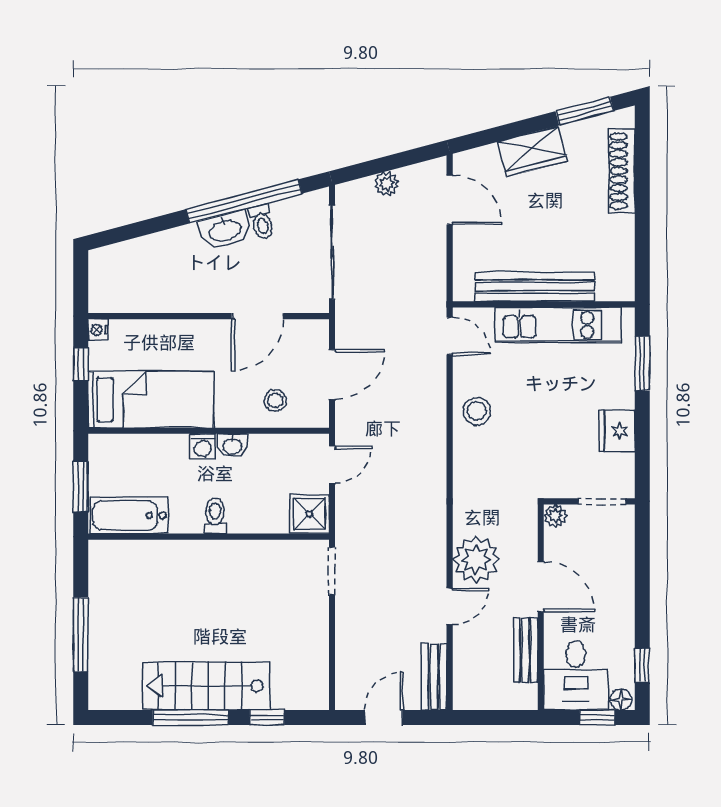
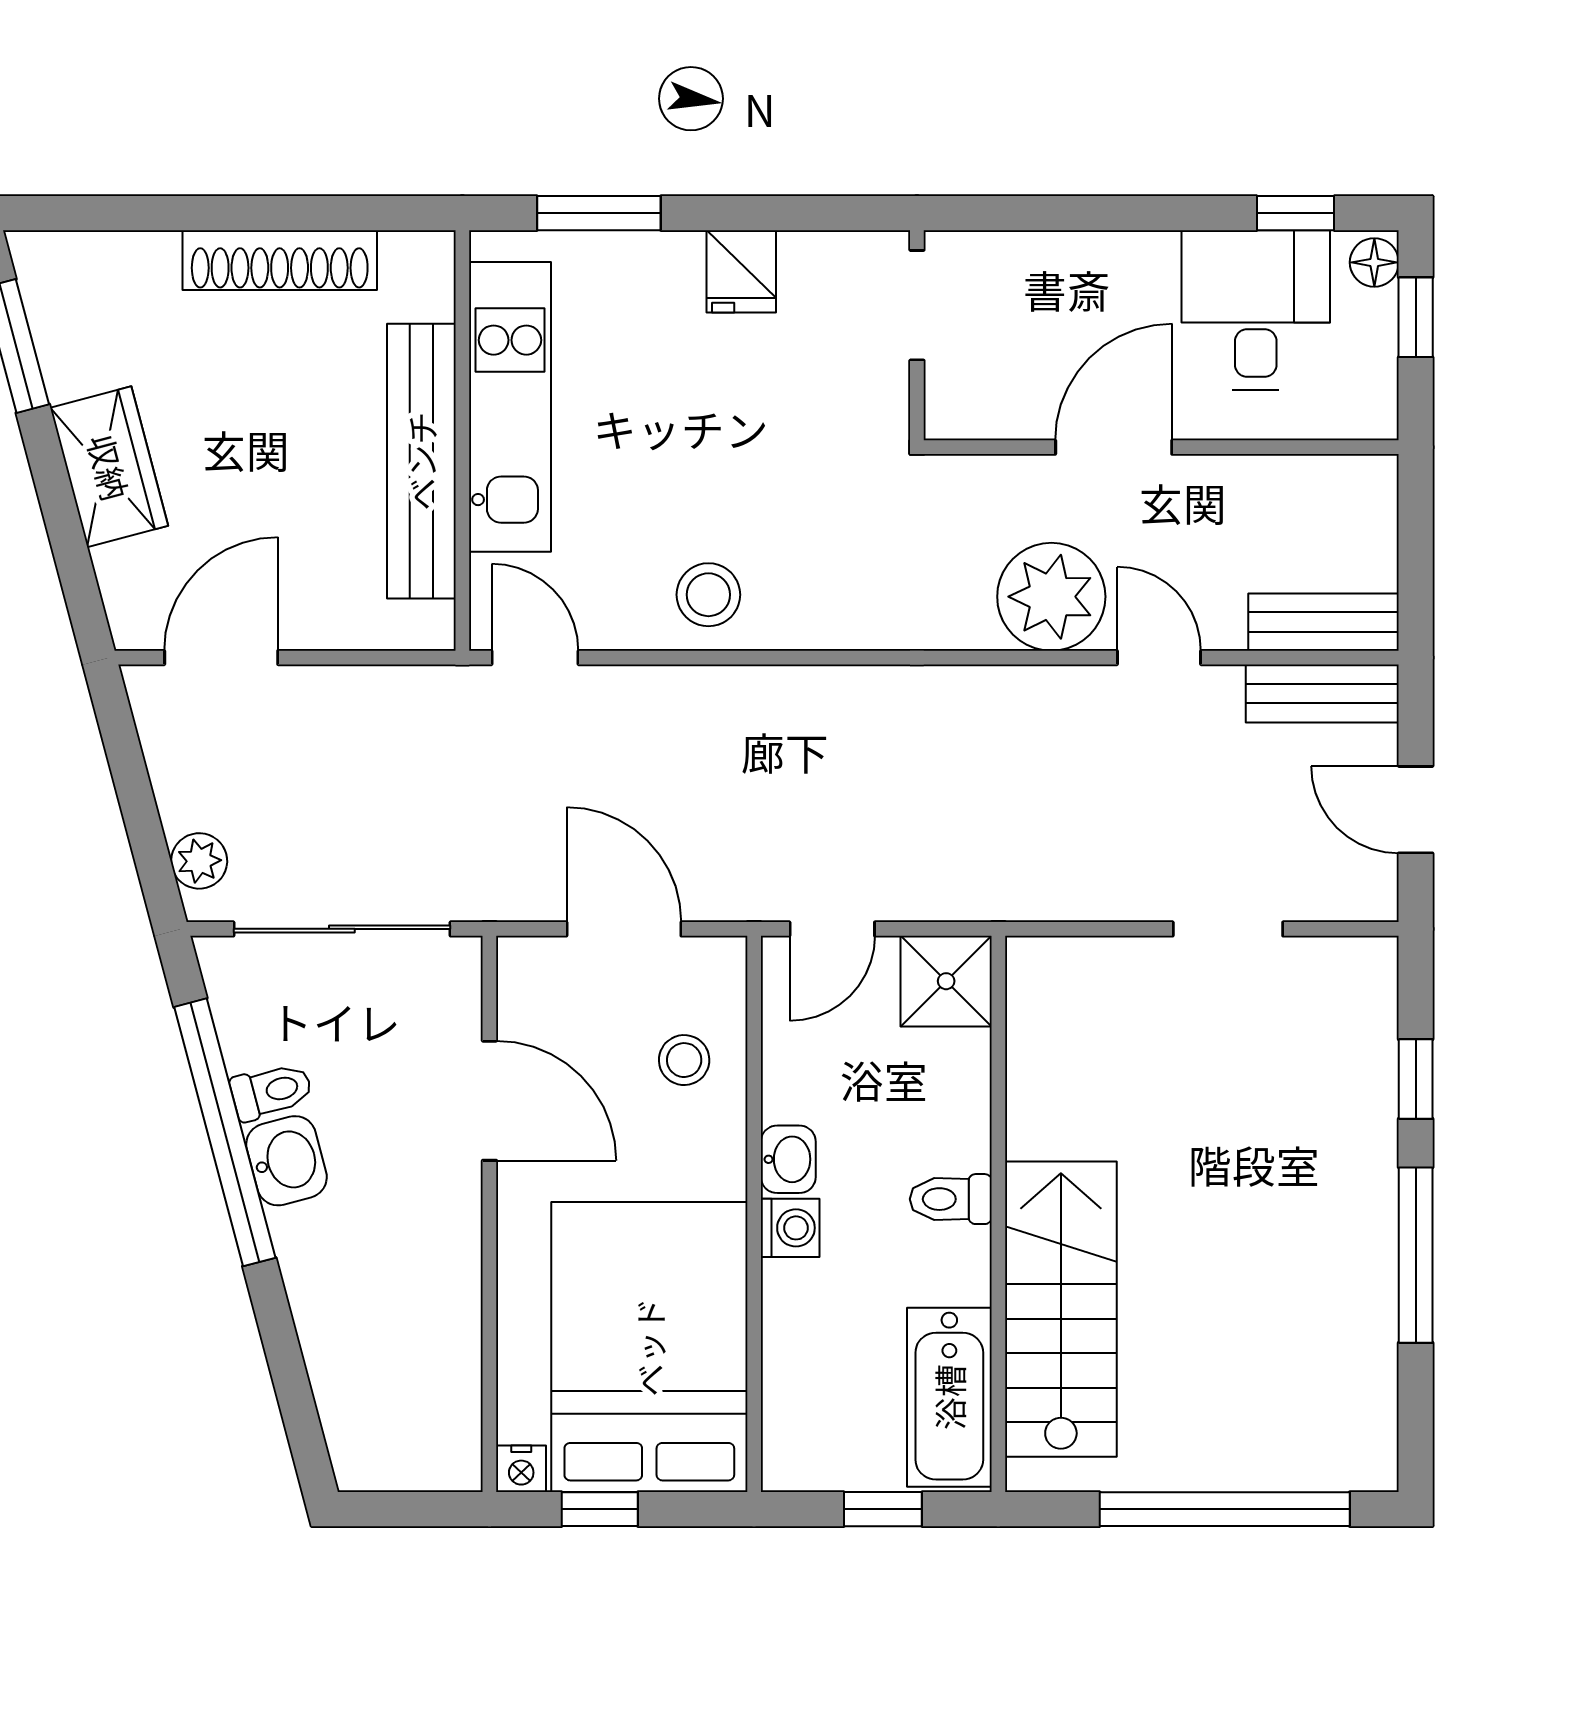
shoe rack: (622, 171) -> (280, 260), moved
plant: (387, 184) -> (199, 861), moved
washbasin: (225, 230) -> (286, 1161), width x0.72
door: (450, 336) -> (535, 658), hinge flipped
bed: (151, 400) -> (649, 1347), width x1.50
fridge: (617, 431) -> (741, 271), width x0.72
door: (332, 465) -> (832, 929), swing flipped
window: (81, 487) -> (883, 1509), width x0.67
plant: (555, 516) -> (950, 414), removed
doorway: (332, 571) -> (1228, 929), moved
window: (81, 635) -> (1225, 1509), width x1.46
bench: (525, 650) -> (1324, 622), moved
desk: (576, 675) -> (1256, 310), moved, turned -90
stairs: (206, 686) -> (1061, 1309), moved, turned 180

